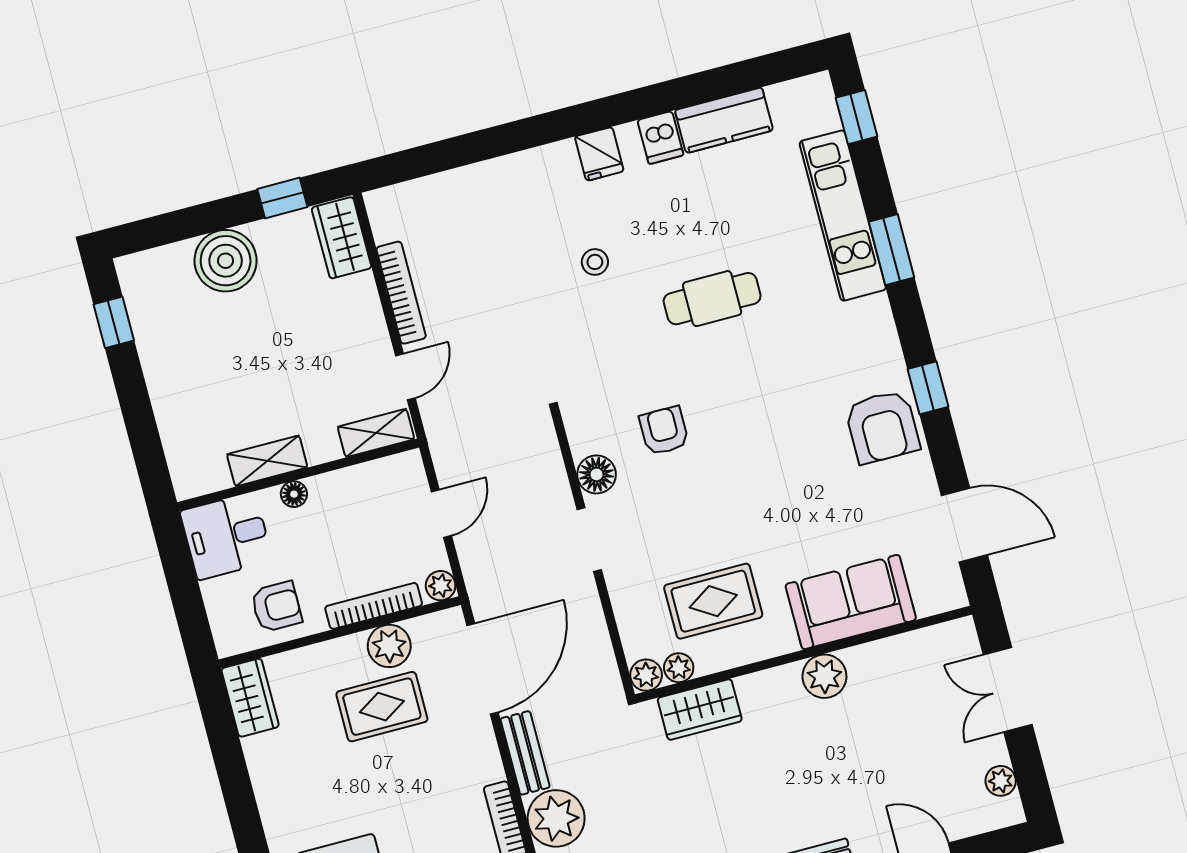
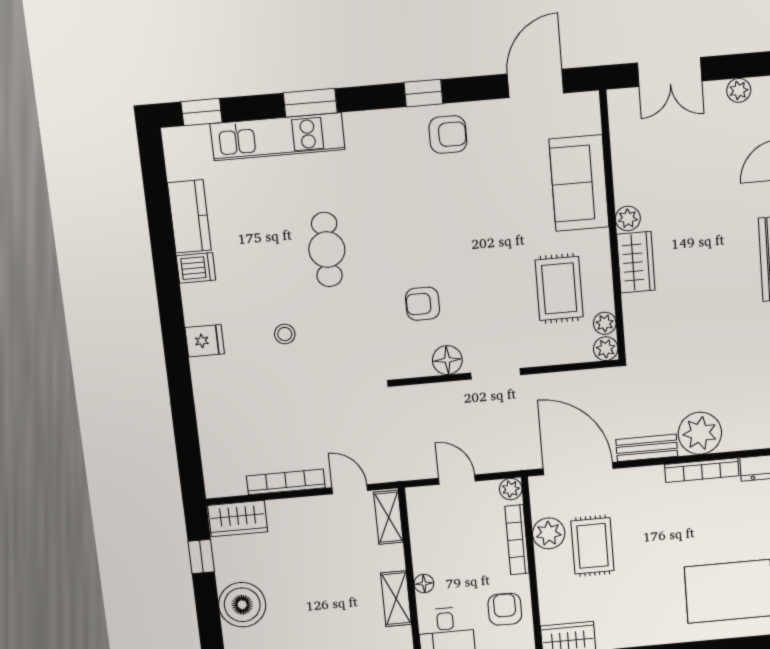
fridge: (599, 154) -> (205, 341), moved
armchair: (882, 427) -> (448, 135), width x0.72, depth x0.72
plant: (824, 676) -> (628, 218), width x0.73, depth x0.73
wardrobe: (700, 710) -> (636, 262), moved

